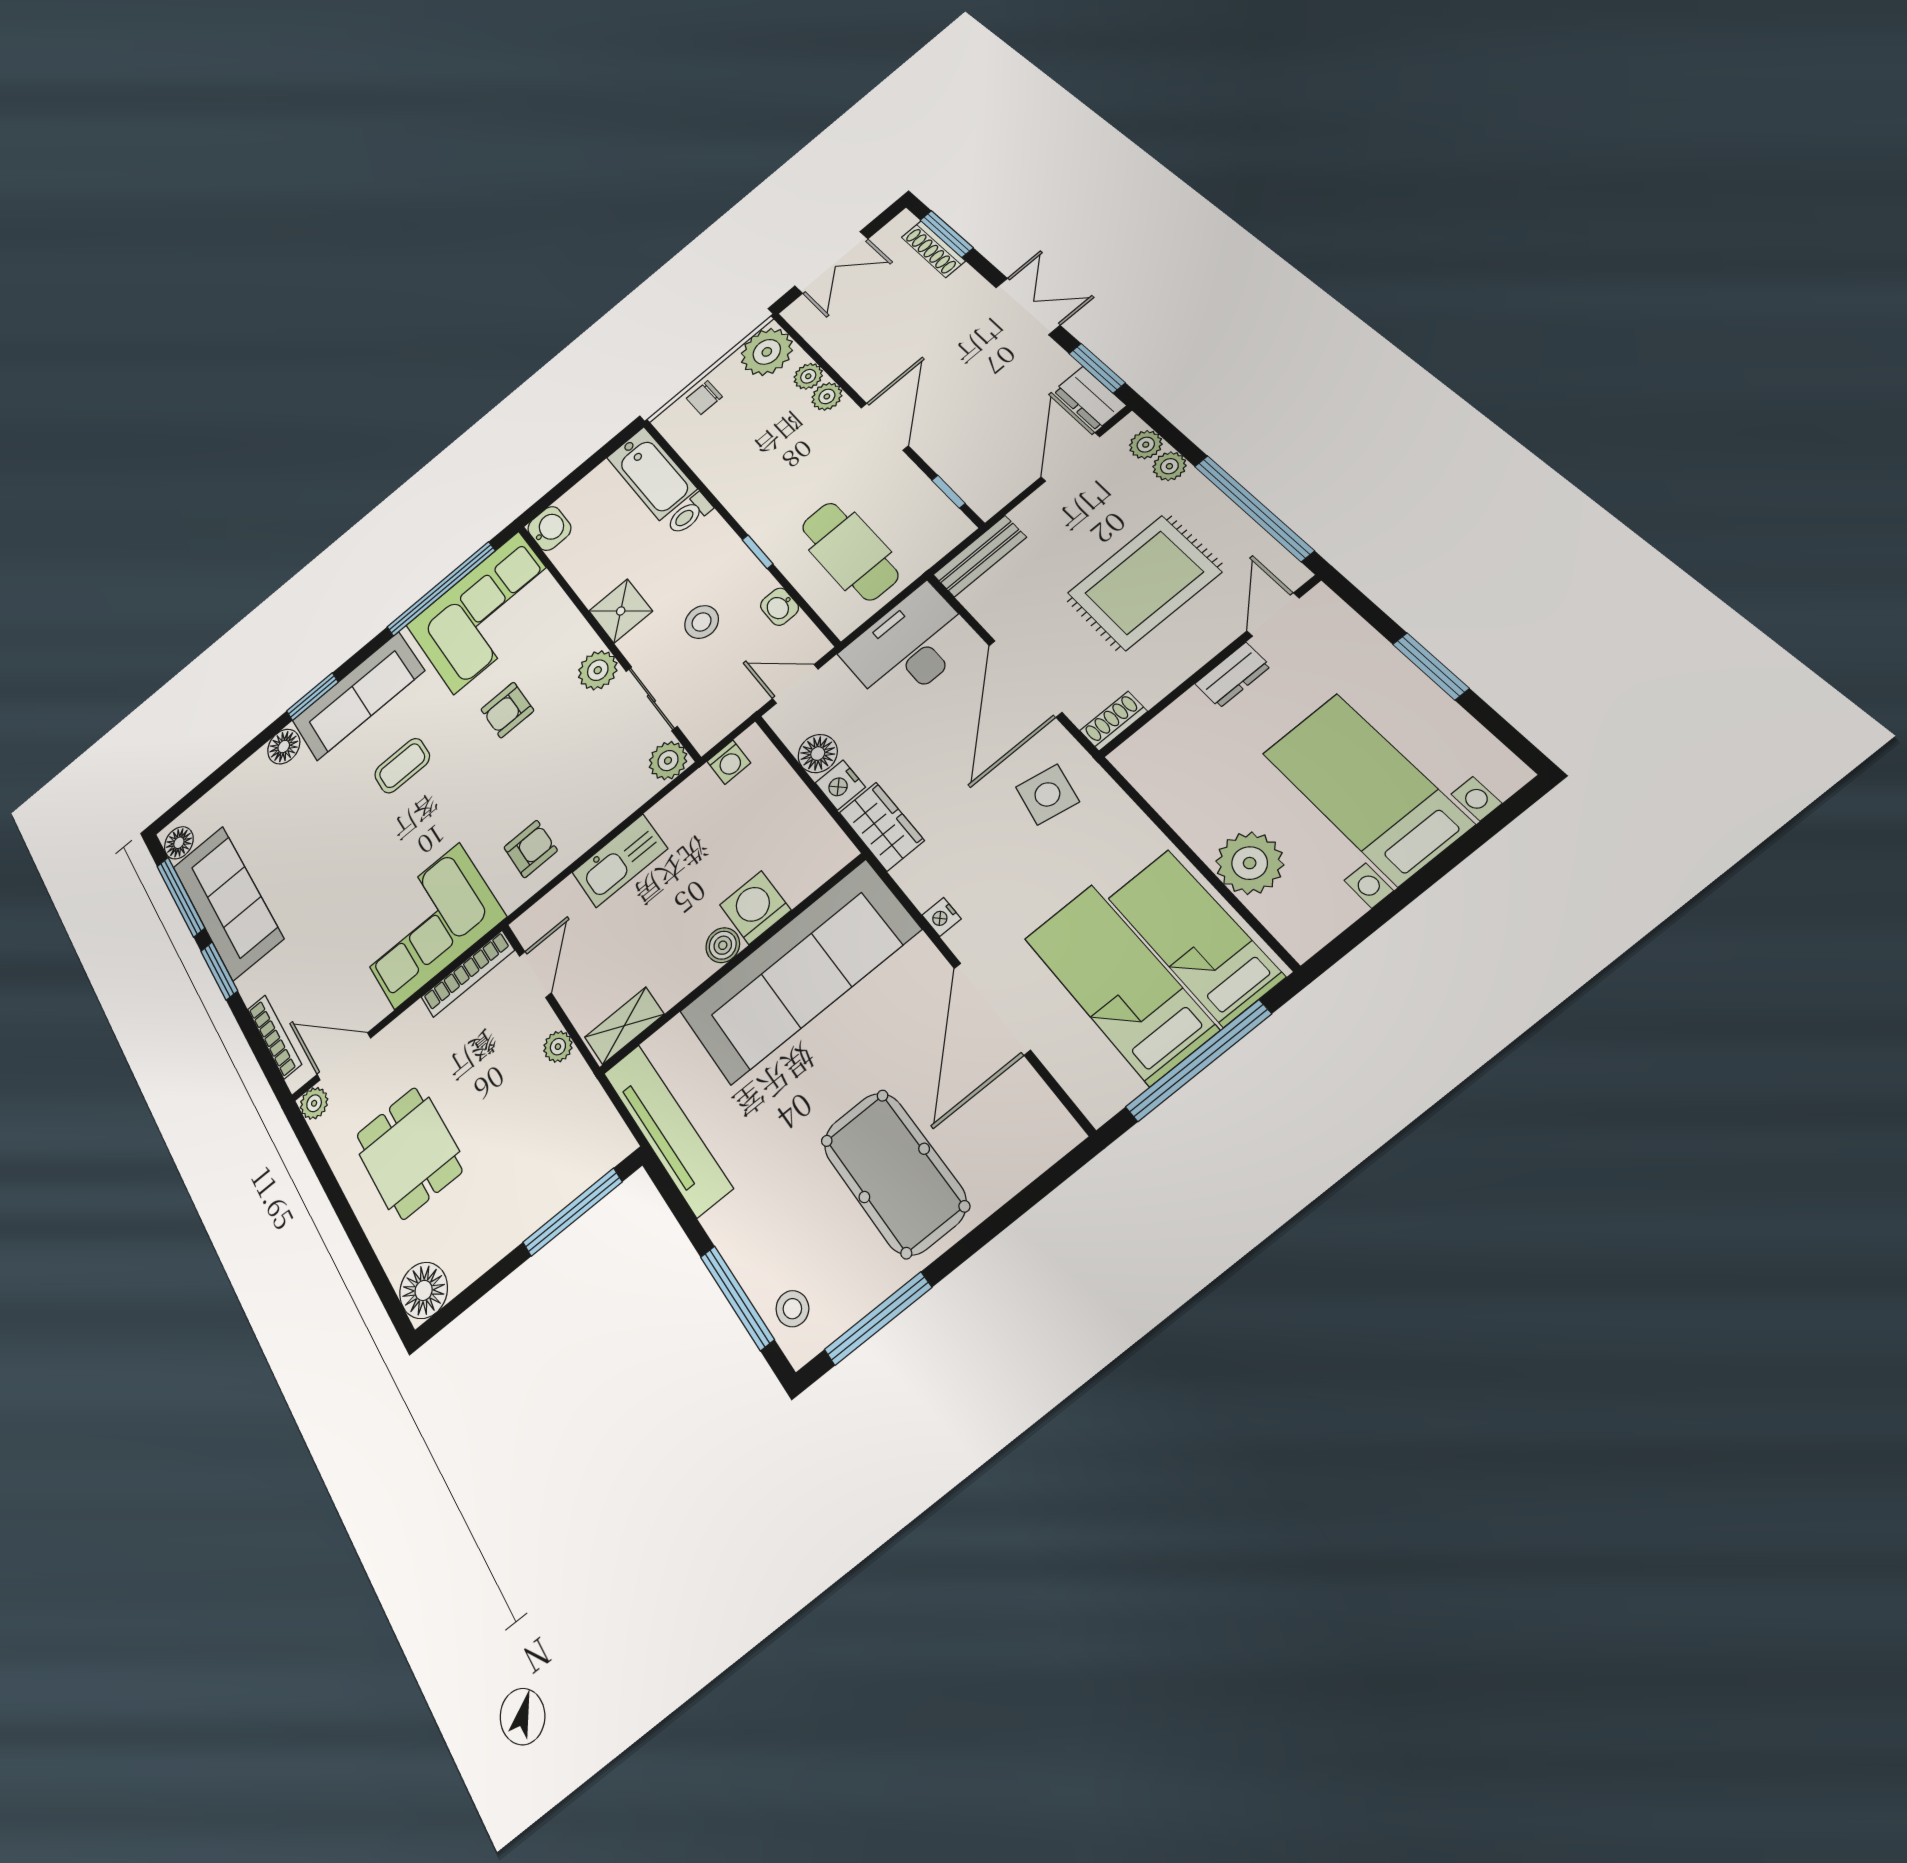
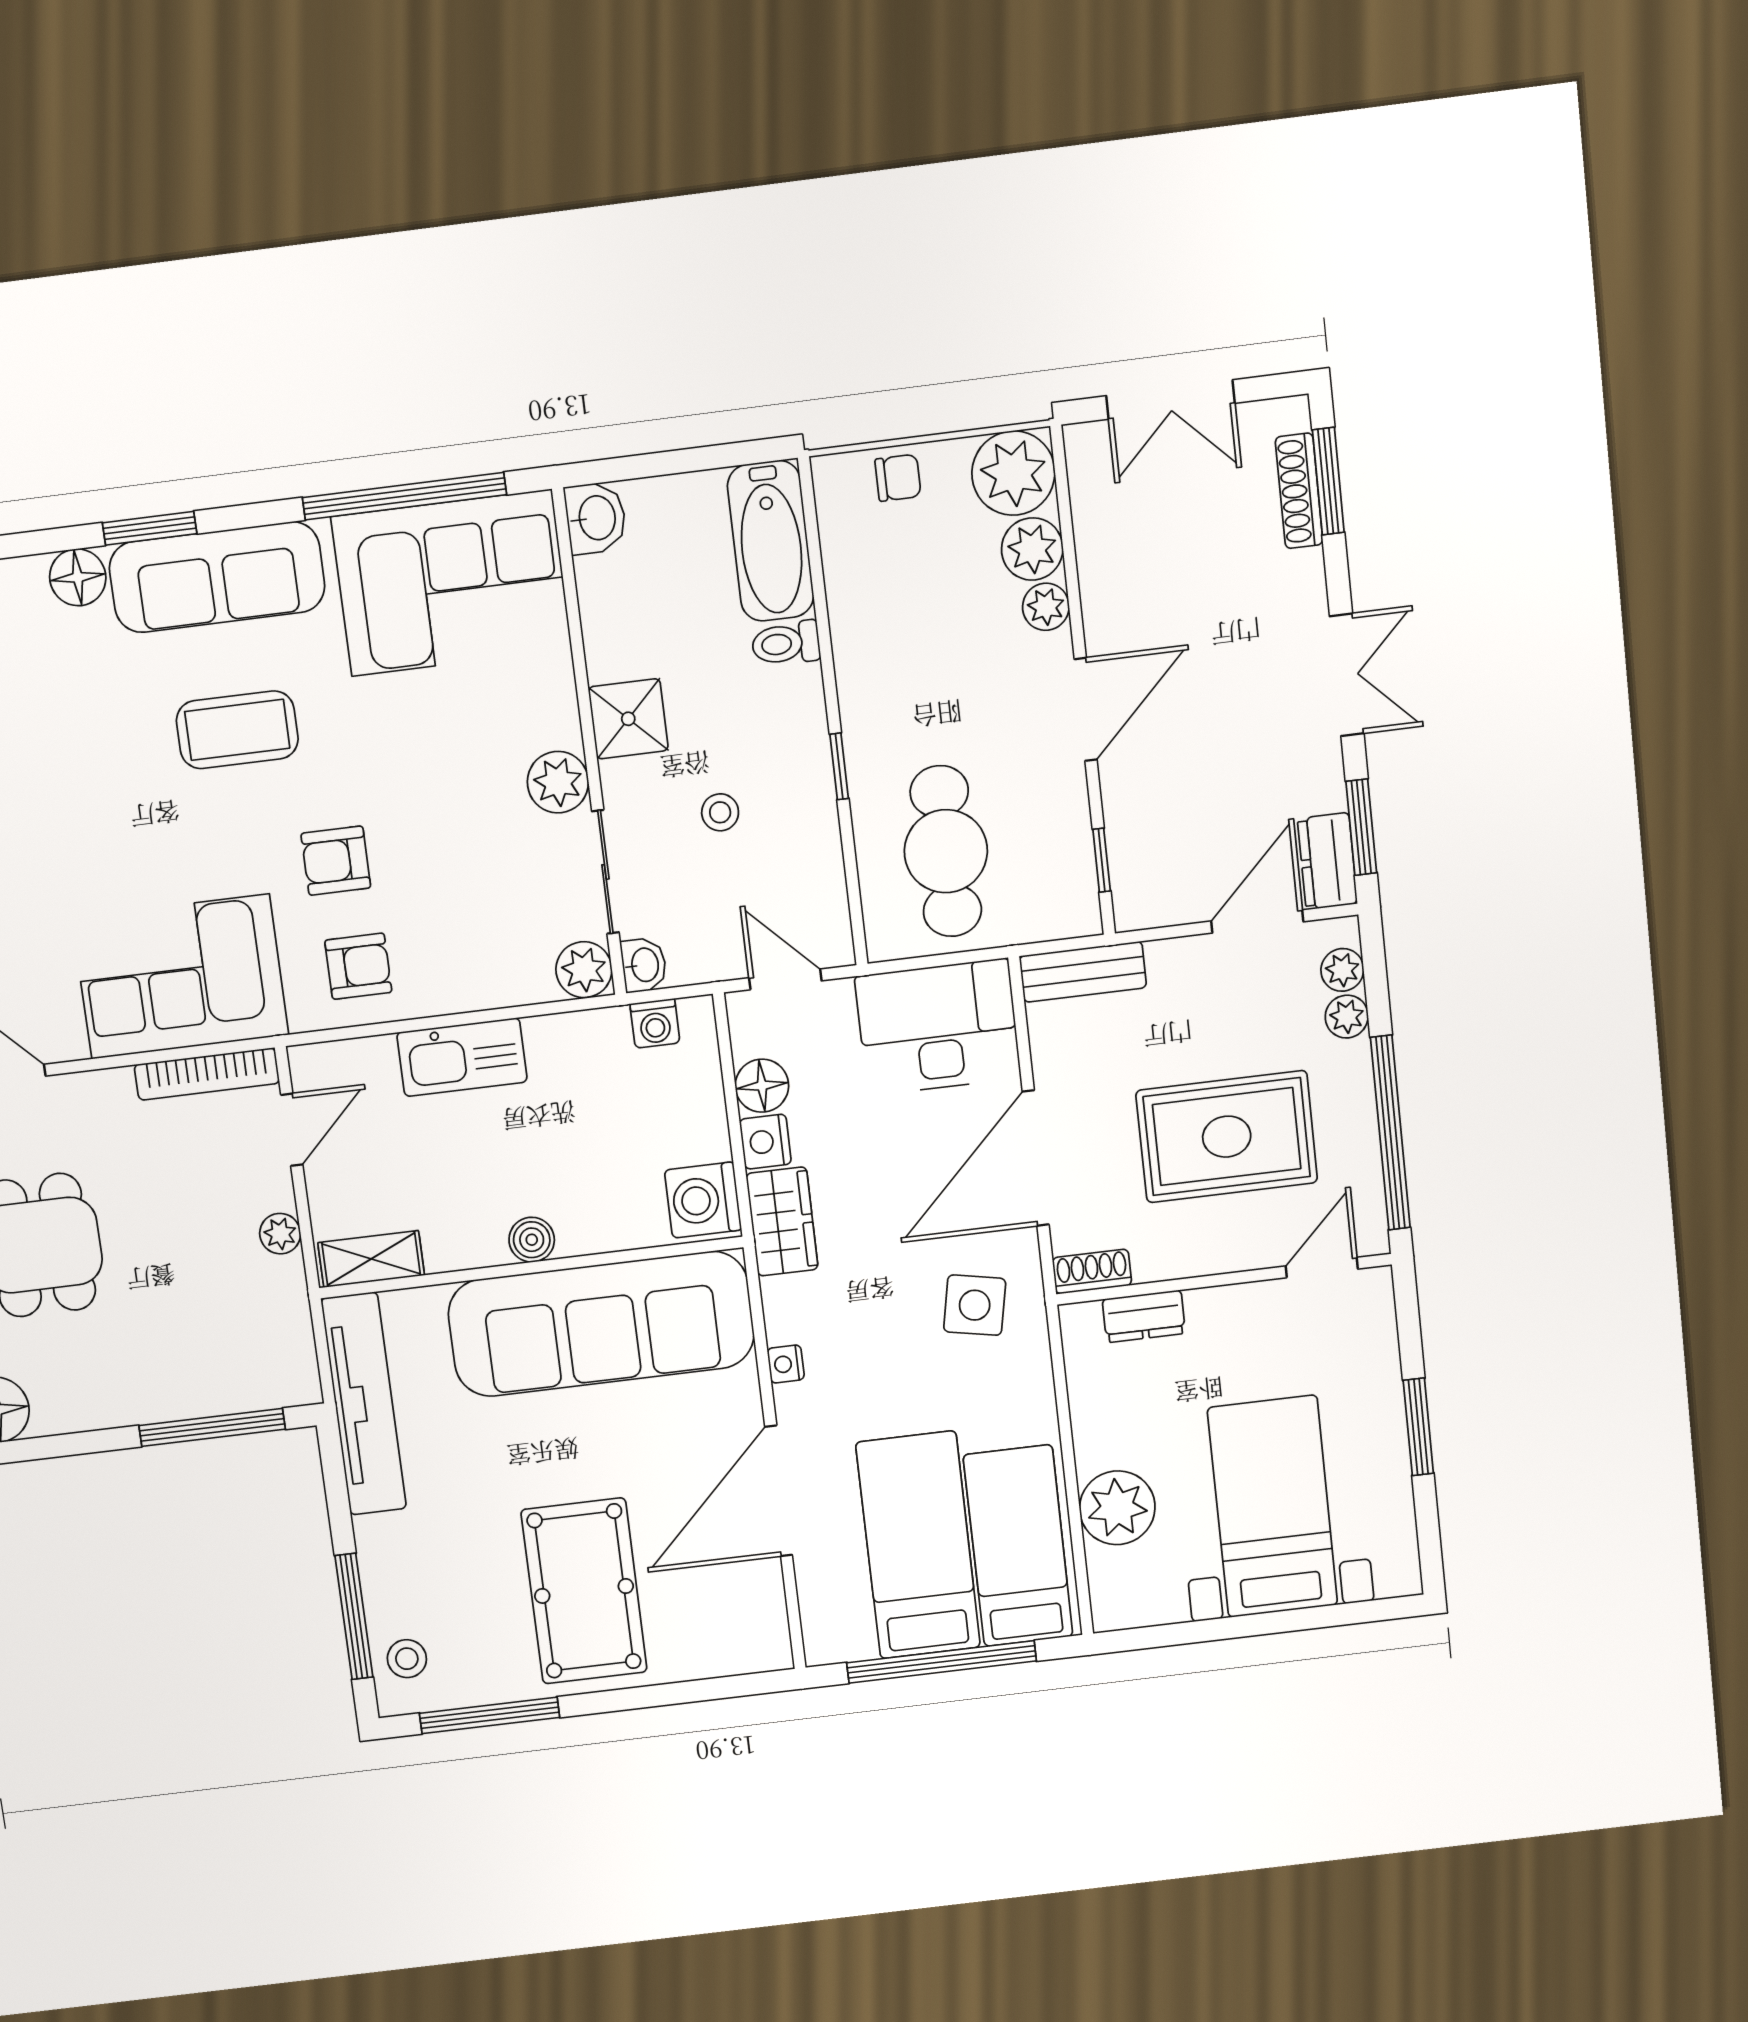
plant: (808, 376) -> (1032, 549), width x1.38, depth x1.38
chair: (704, 398) -> (898, 478), turned 180
washbasin: (779, 607) -> (644, 965), moved, turned 180
stool: (702, 622) -> (720, 812), width x0.73, depth x0.73
dresser: (1233, 675) -> (1144, 1316), moved
armchair: (507, 710) -> (336, 861), moved
coffee table: (402, 766) -> (237, 730), width x1.36, depth x1.30
washing machine: (755, 907) -> (703, 1200), moved, turned -90

